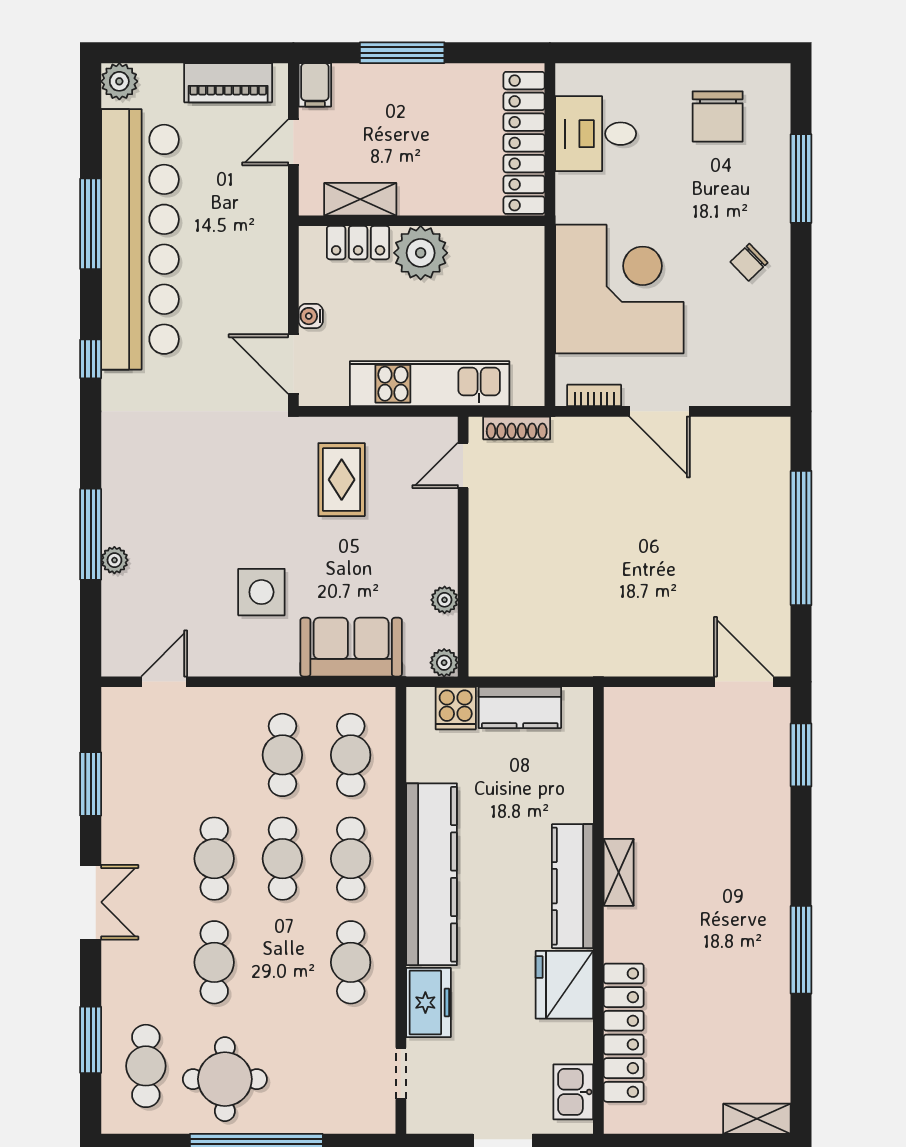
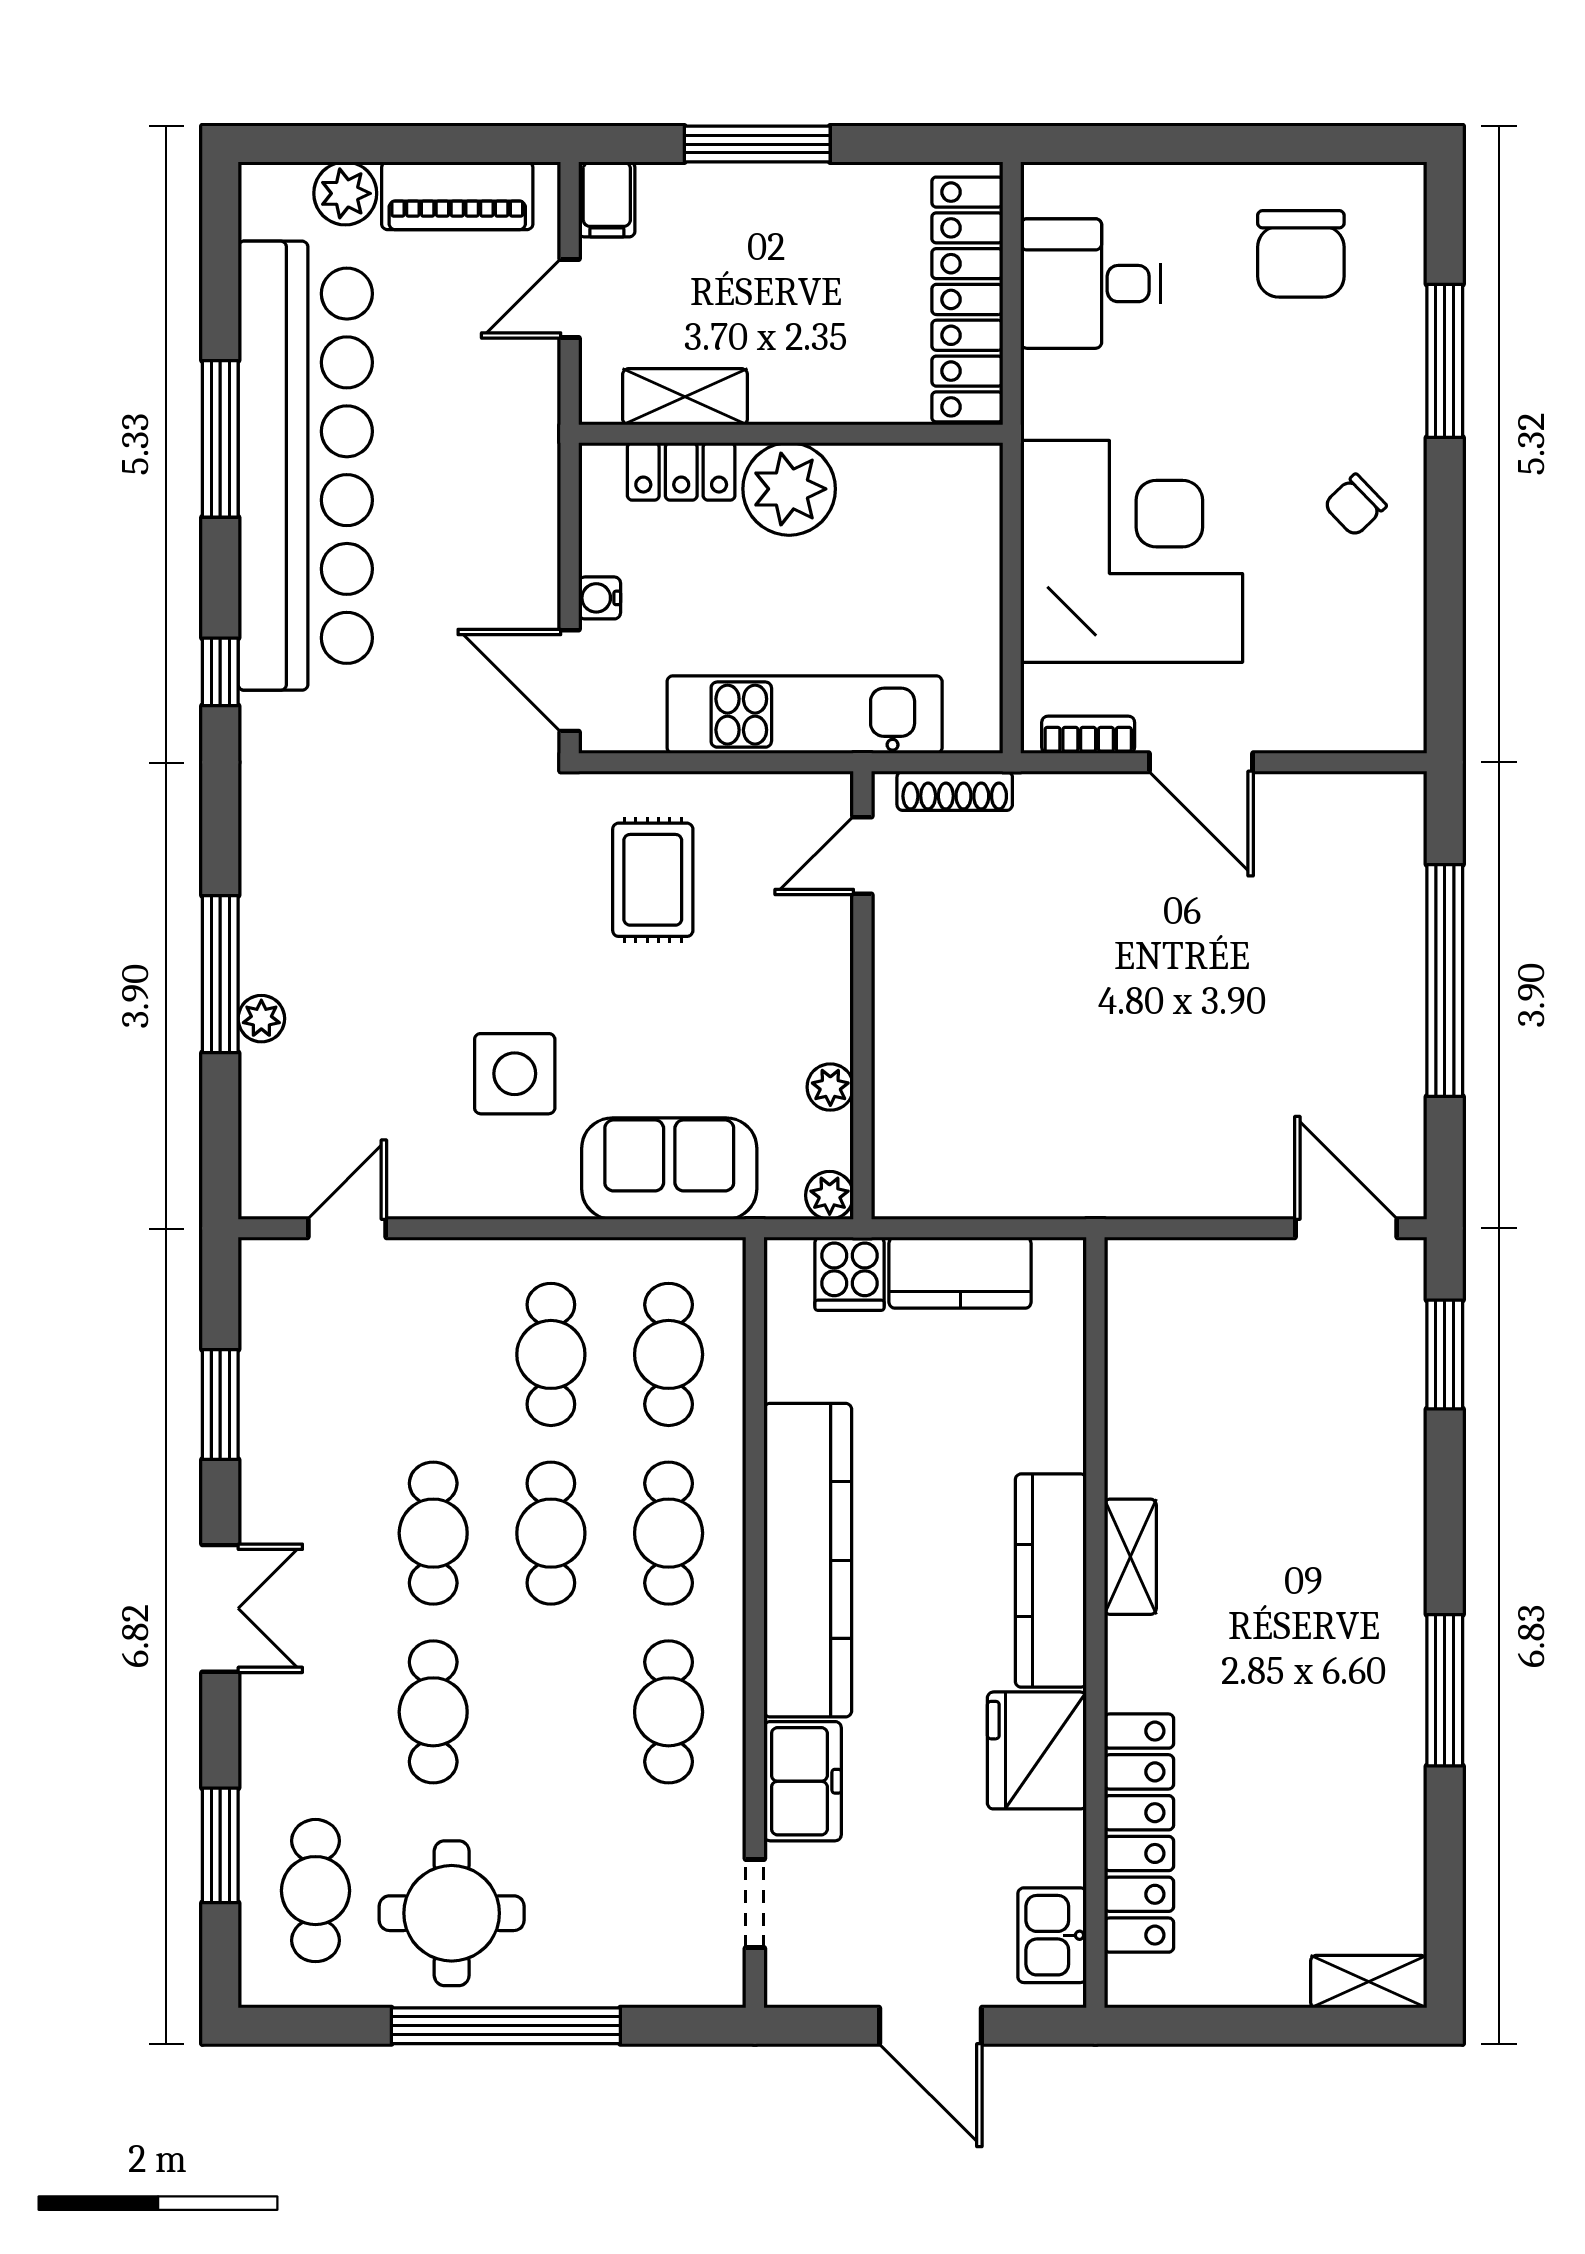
plant: (119, 81) -> (345, 193), moved

